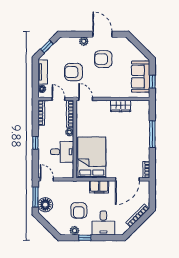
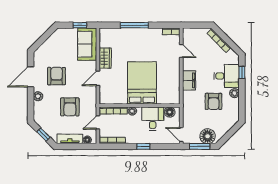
armchair: (103, 59) -> (56, 76), turned 180
sofa: (141, 77) -> (87, 44), moved, turned 90
door: (86, 99) -> (98, 78), moved
bed: (92, 158) -> (142, 83), moved, turned 90
floor lamp: (69, 168) -> (170, 112), added
door: (47, 179) -> (181, 135), hinge flipped
door: (127, 179) -> (181, 51), width x0.53
armchair: (79, 210) -> (214, 101), turned 90
plant: (74, 231) -> (234, 93), moved
window: (85, 238) -> (242, 72), moved

